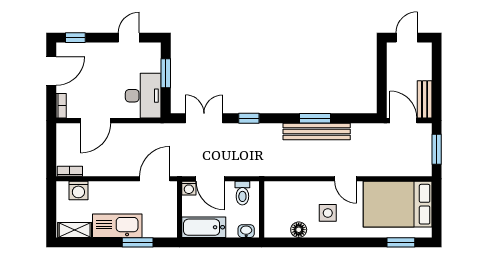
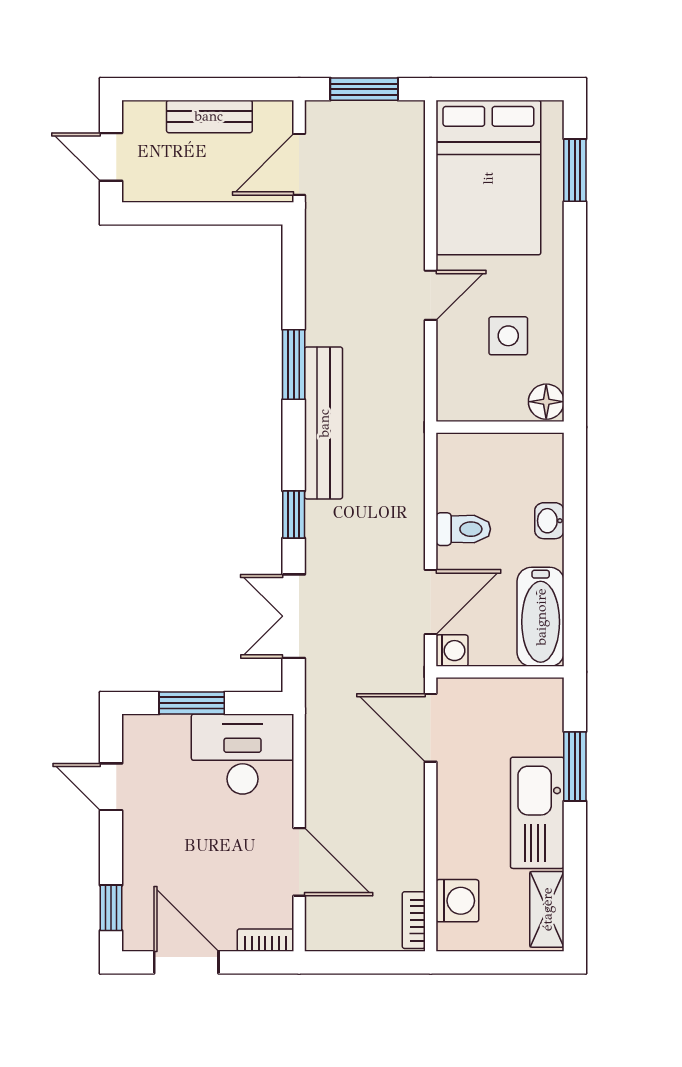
bench: (425, 99) -> (209, 116), moved
bench: (317, 131) -> (324, 423), moved
wall: (262, 209) -> (500, 427), moved

